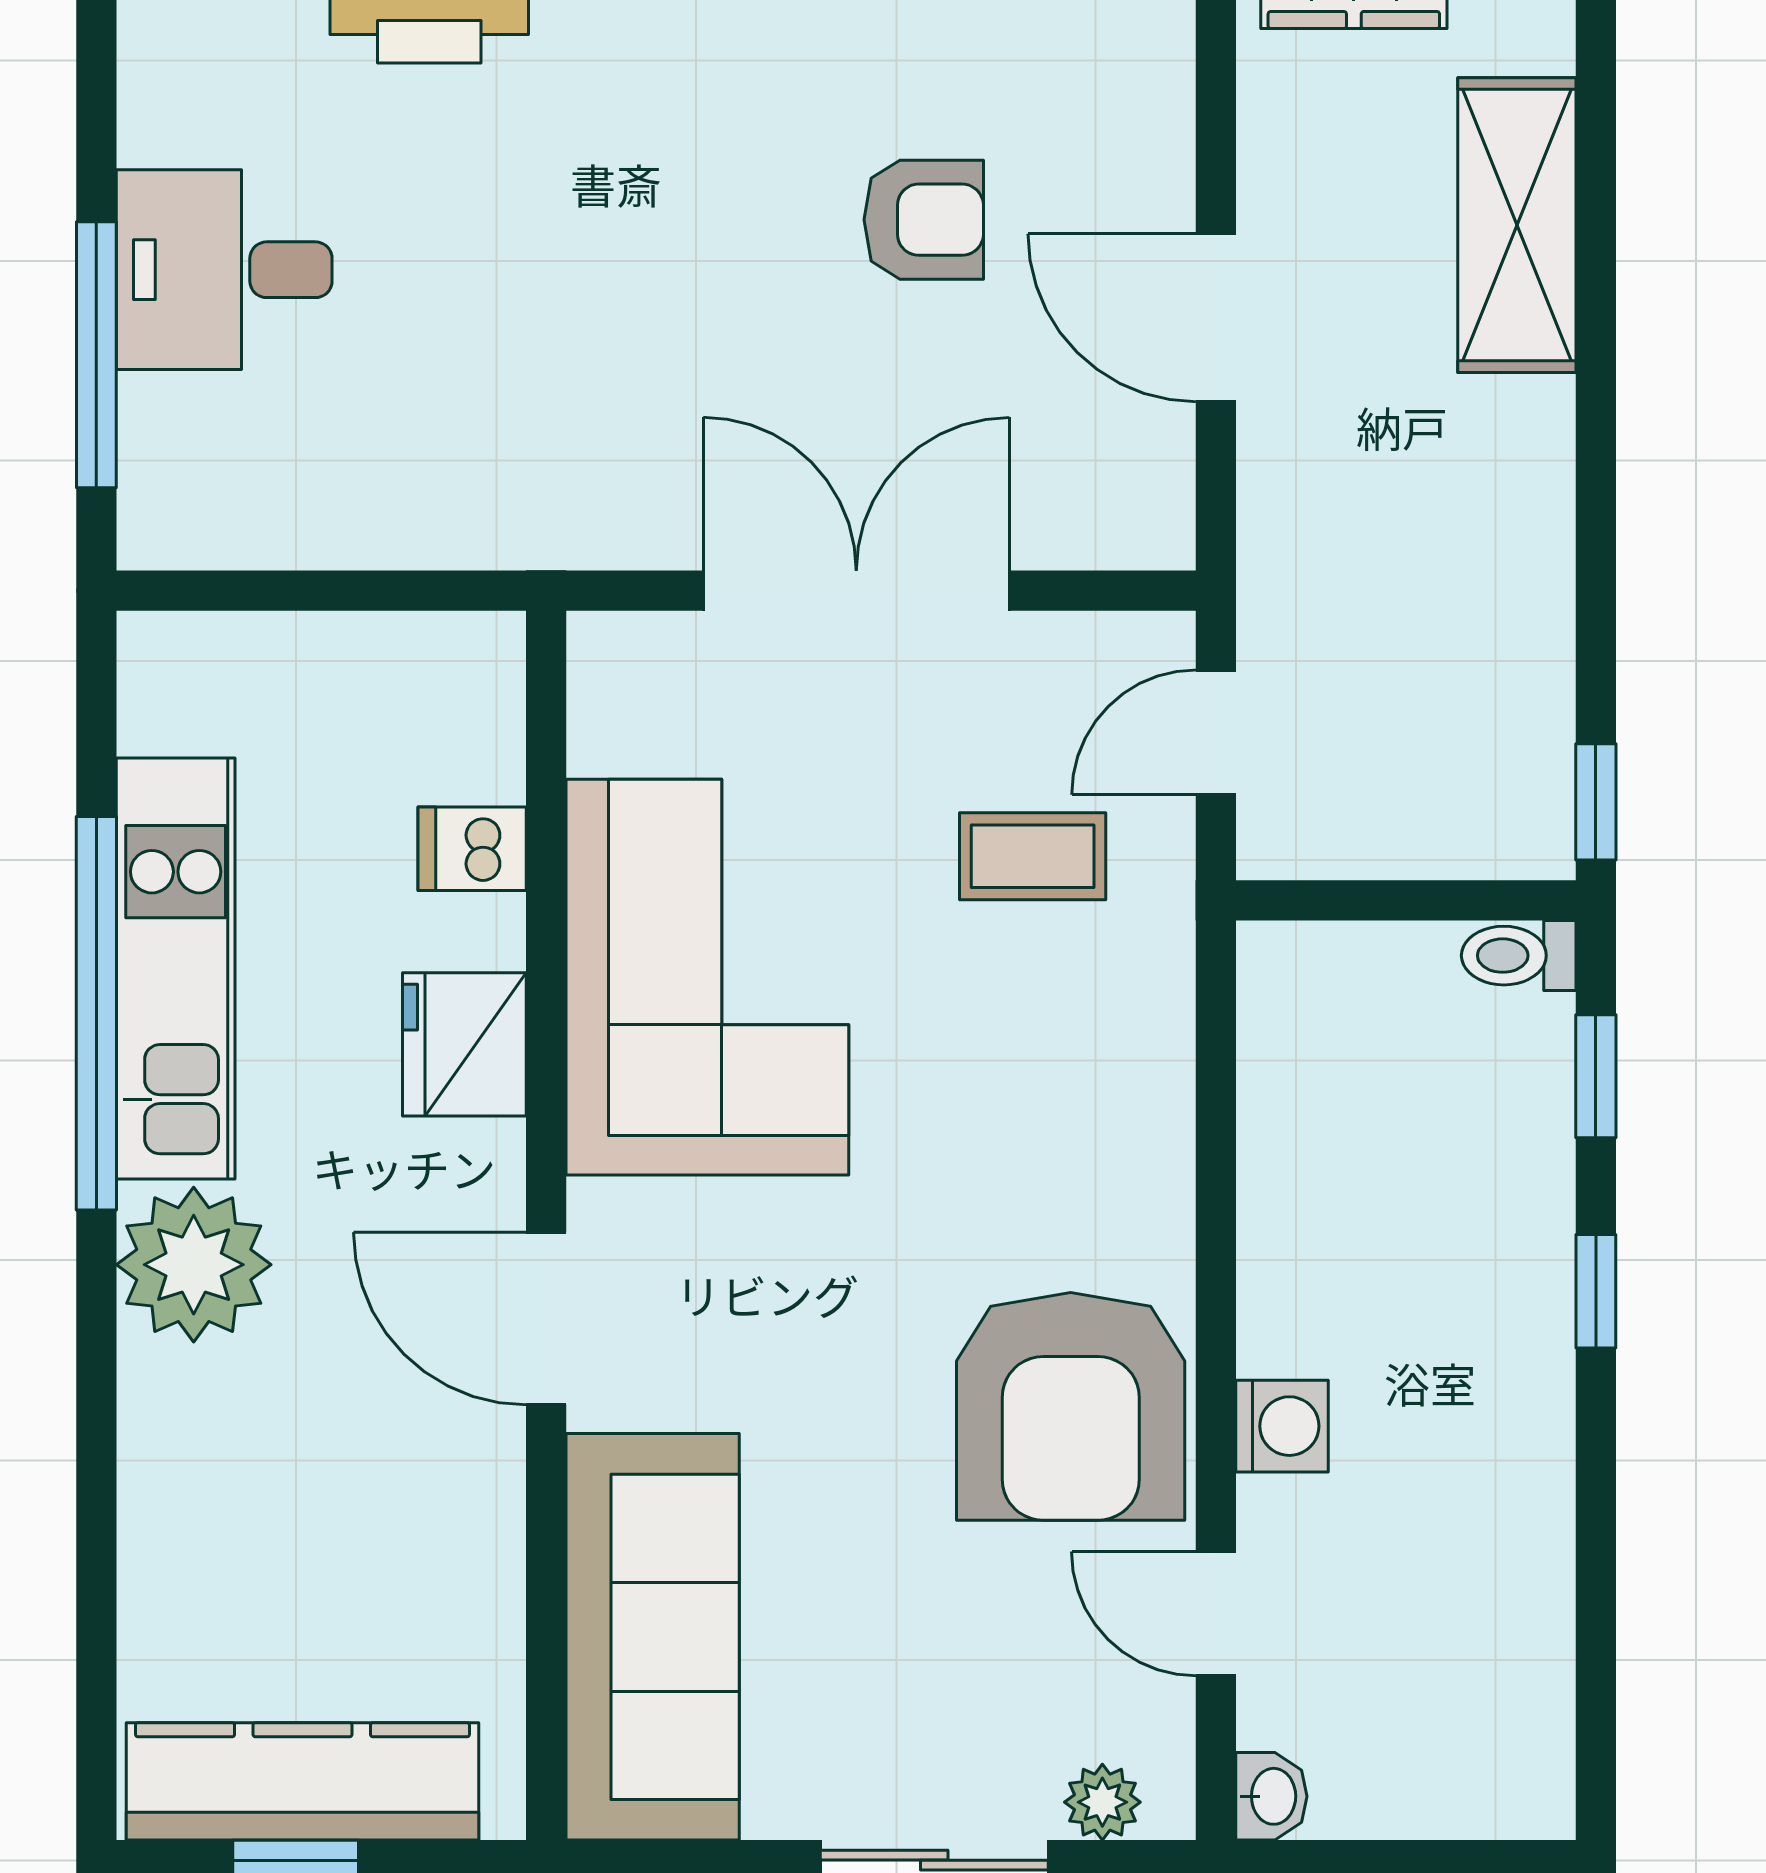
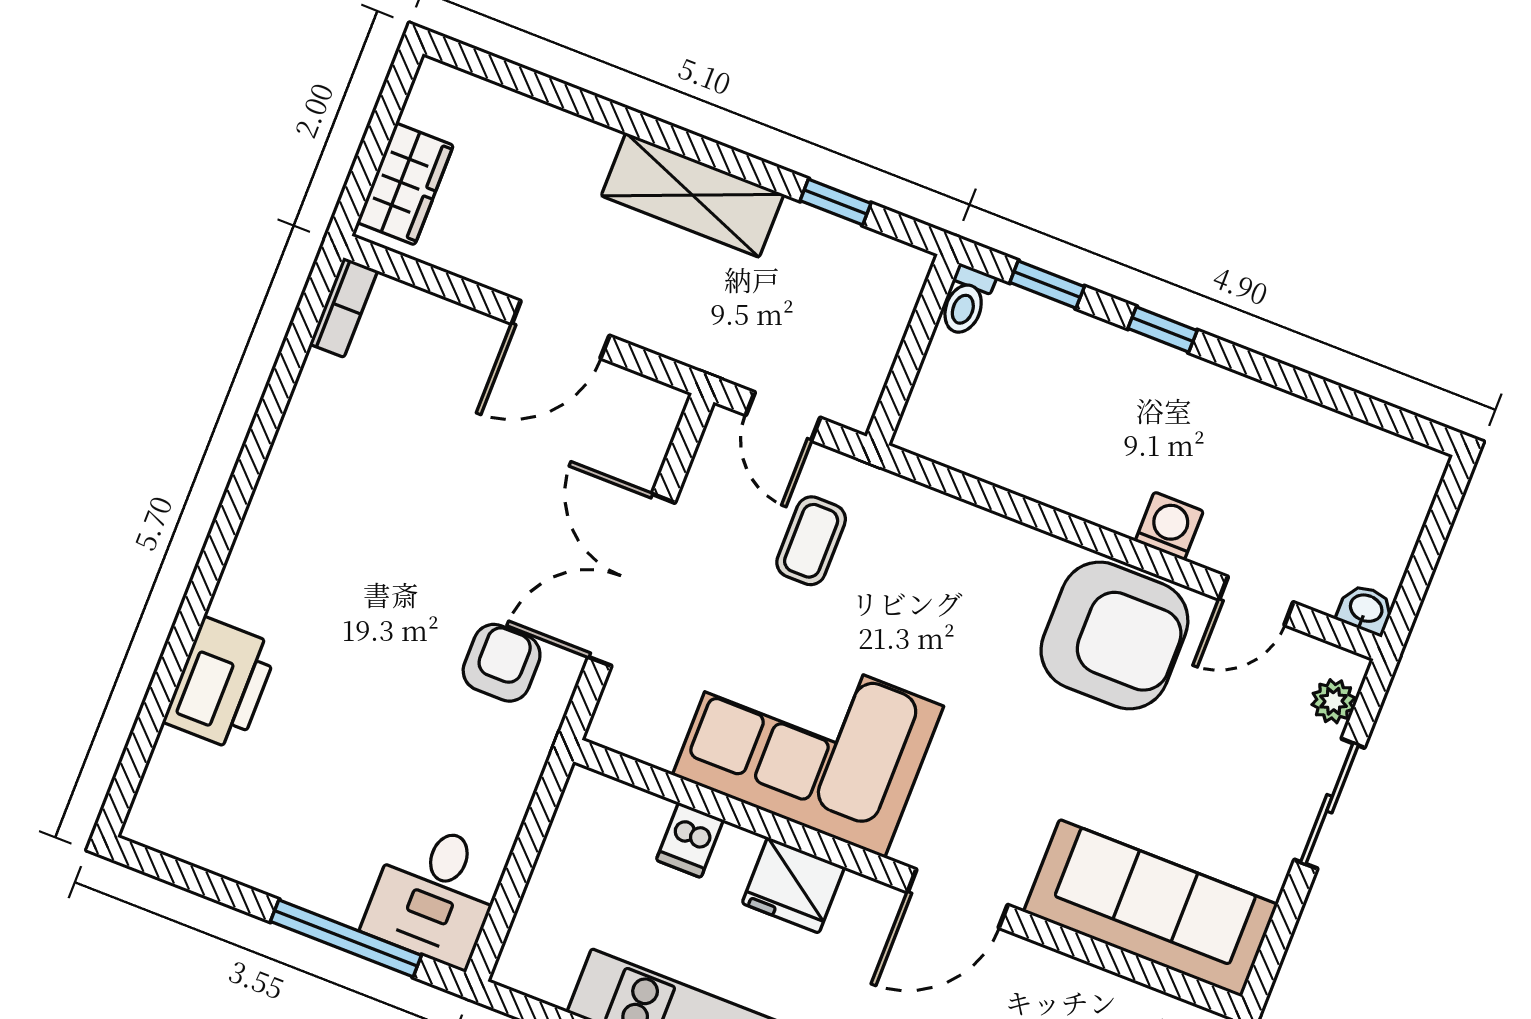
armchair: (924, 220) -> (502, 663), moved
shelving: (1517, 225) -> (692, 195), moved
desk: (224, 270) -> (435, 894), moved
window: (1596, 802) -> (836, 202), moved

